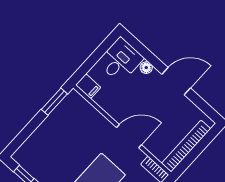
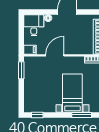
door: (129, 136) -> (55, 55), moved

